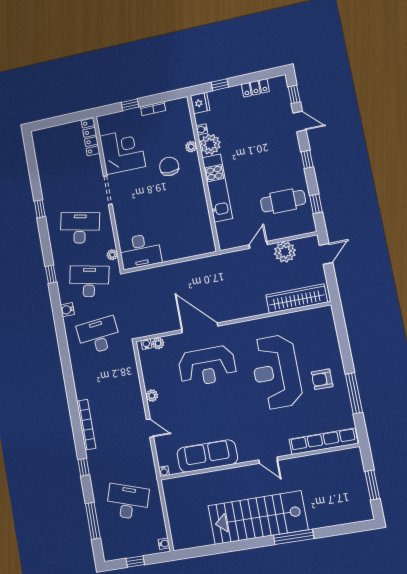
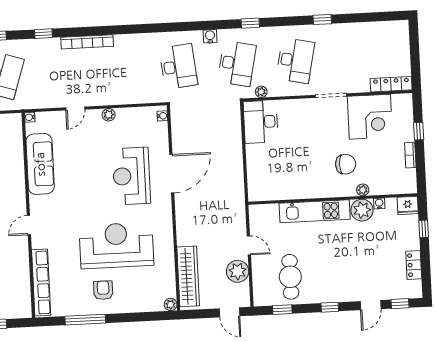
plant: (158, 343) -> (171, 304), moved

